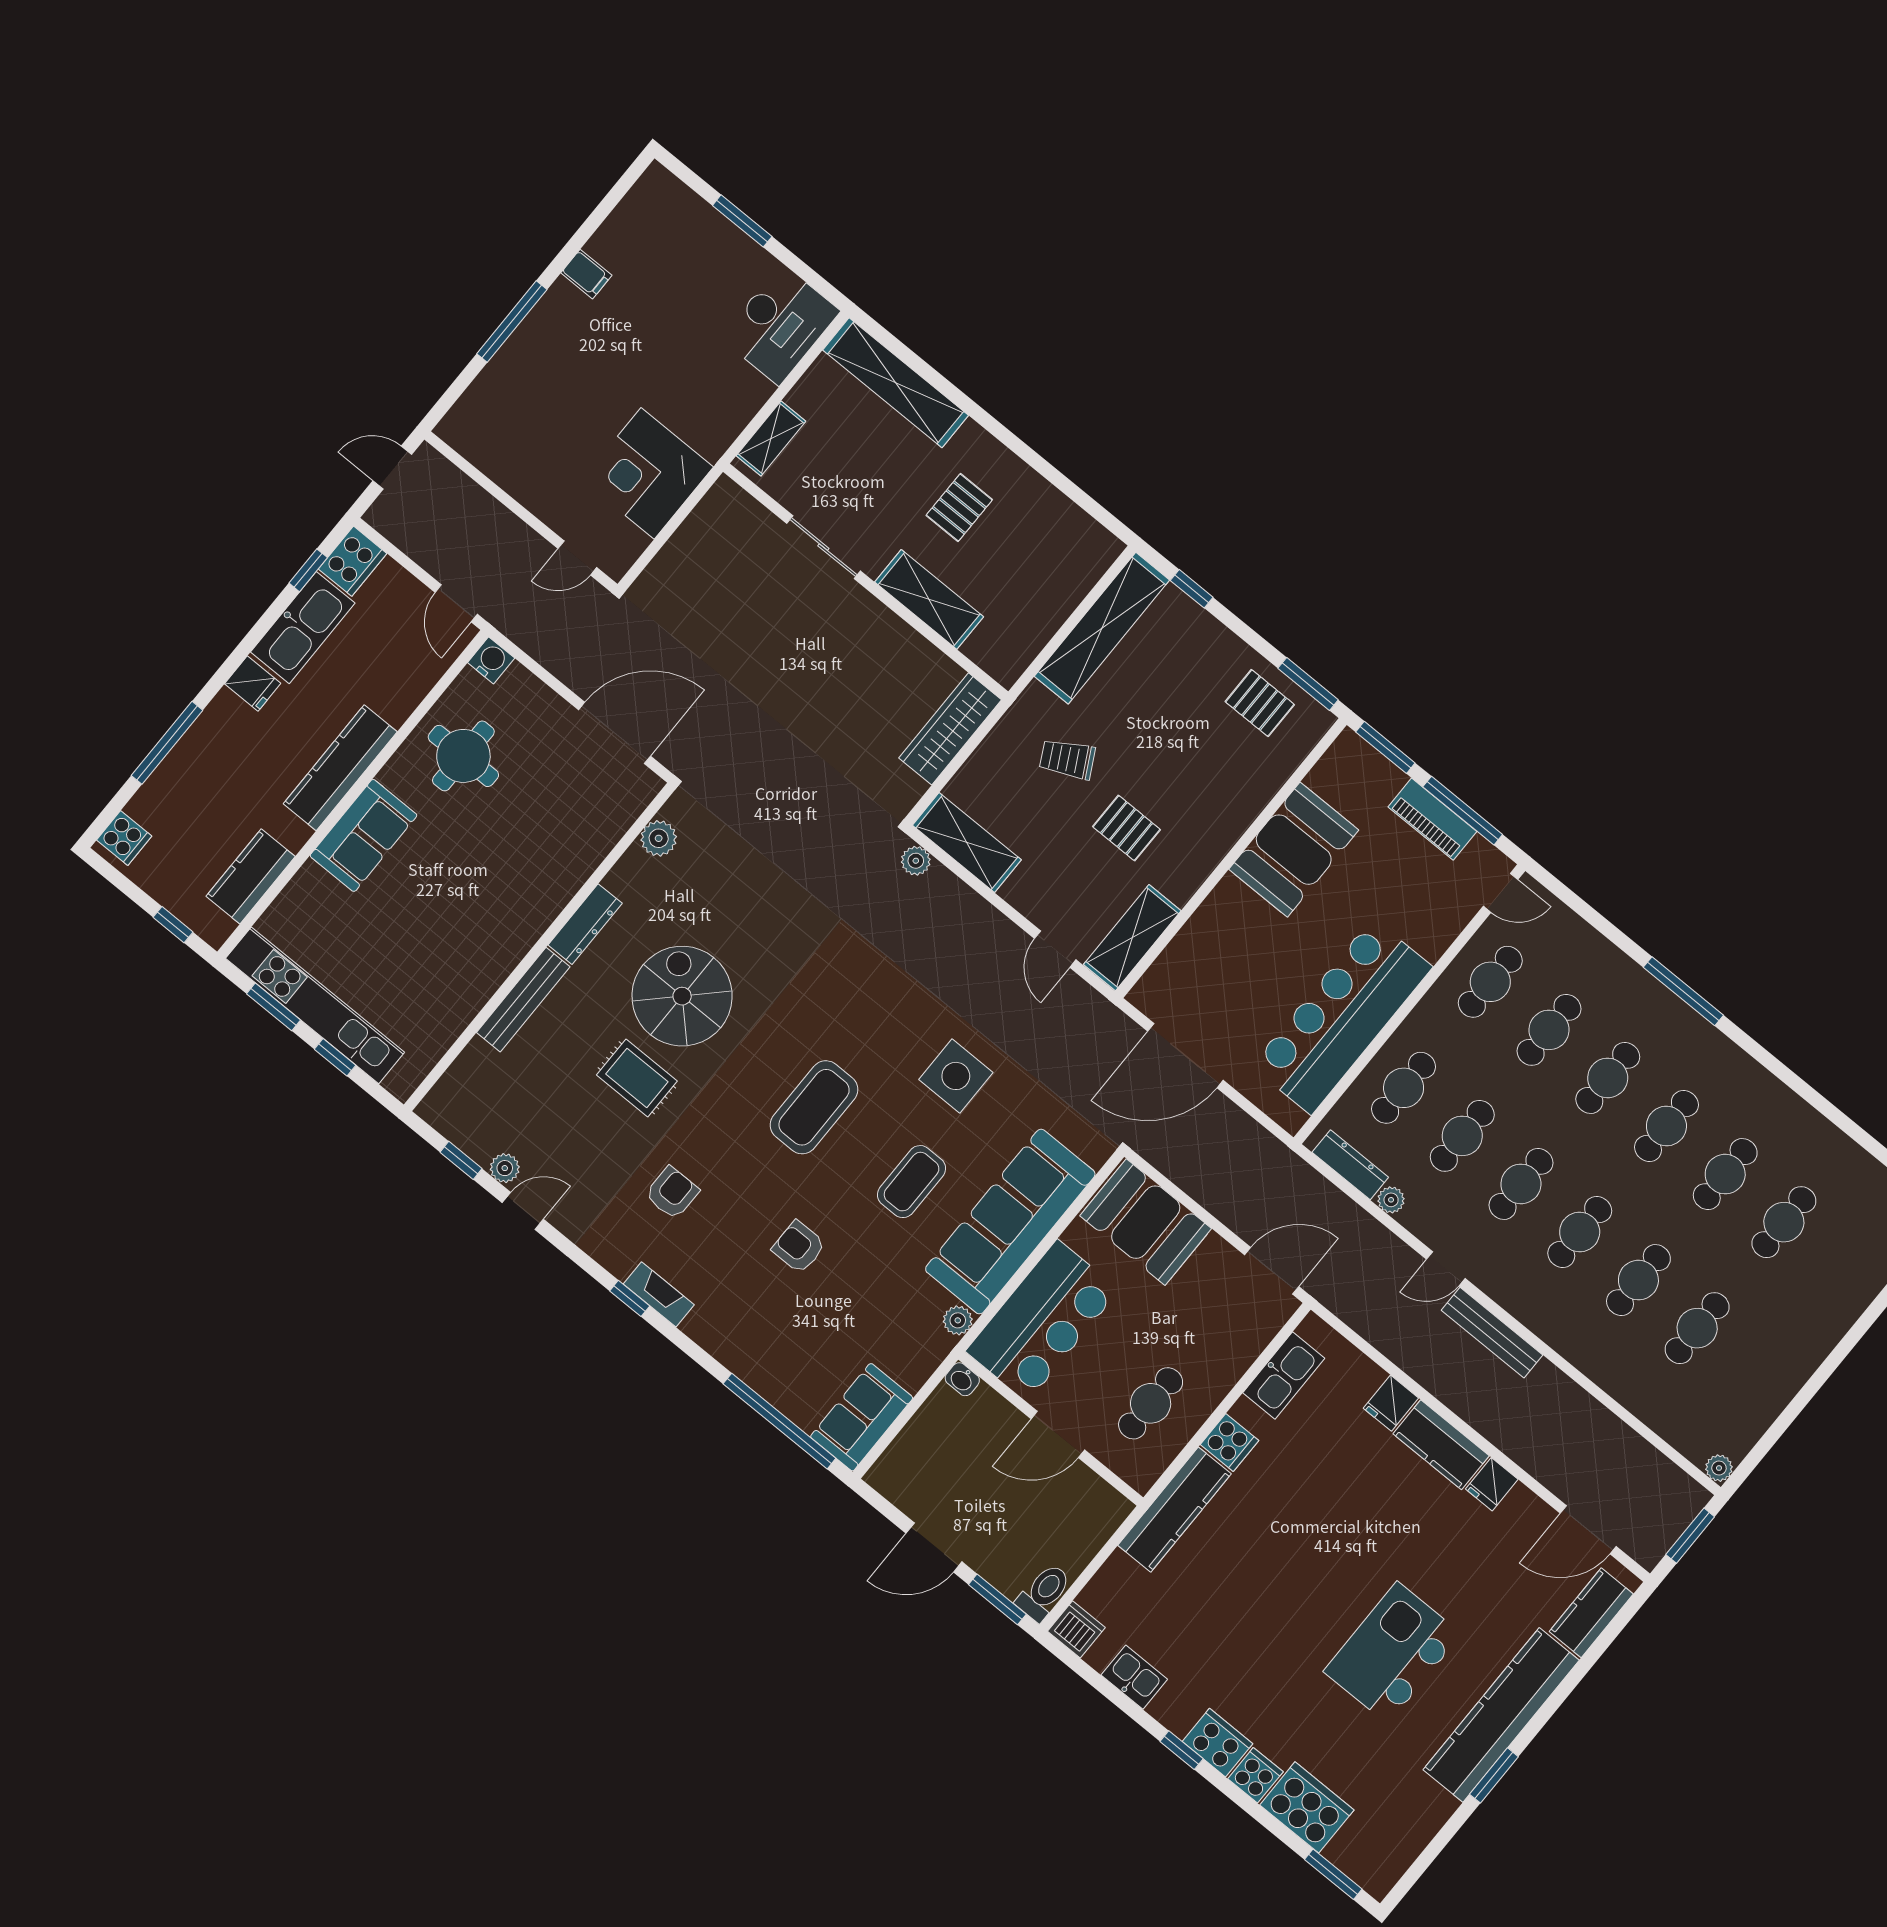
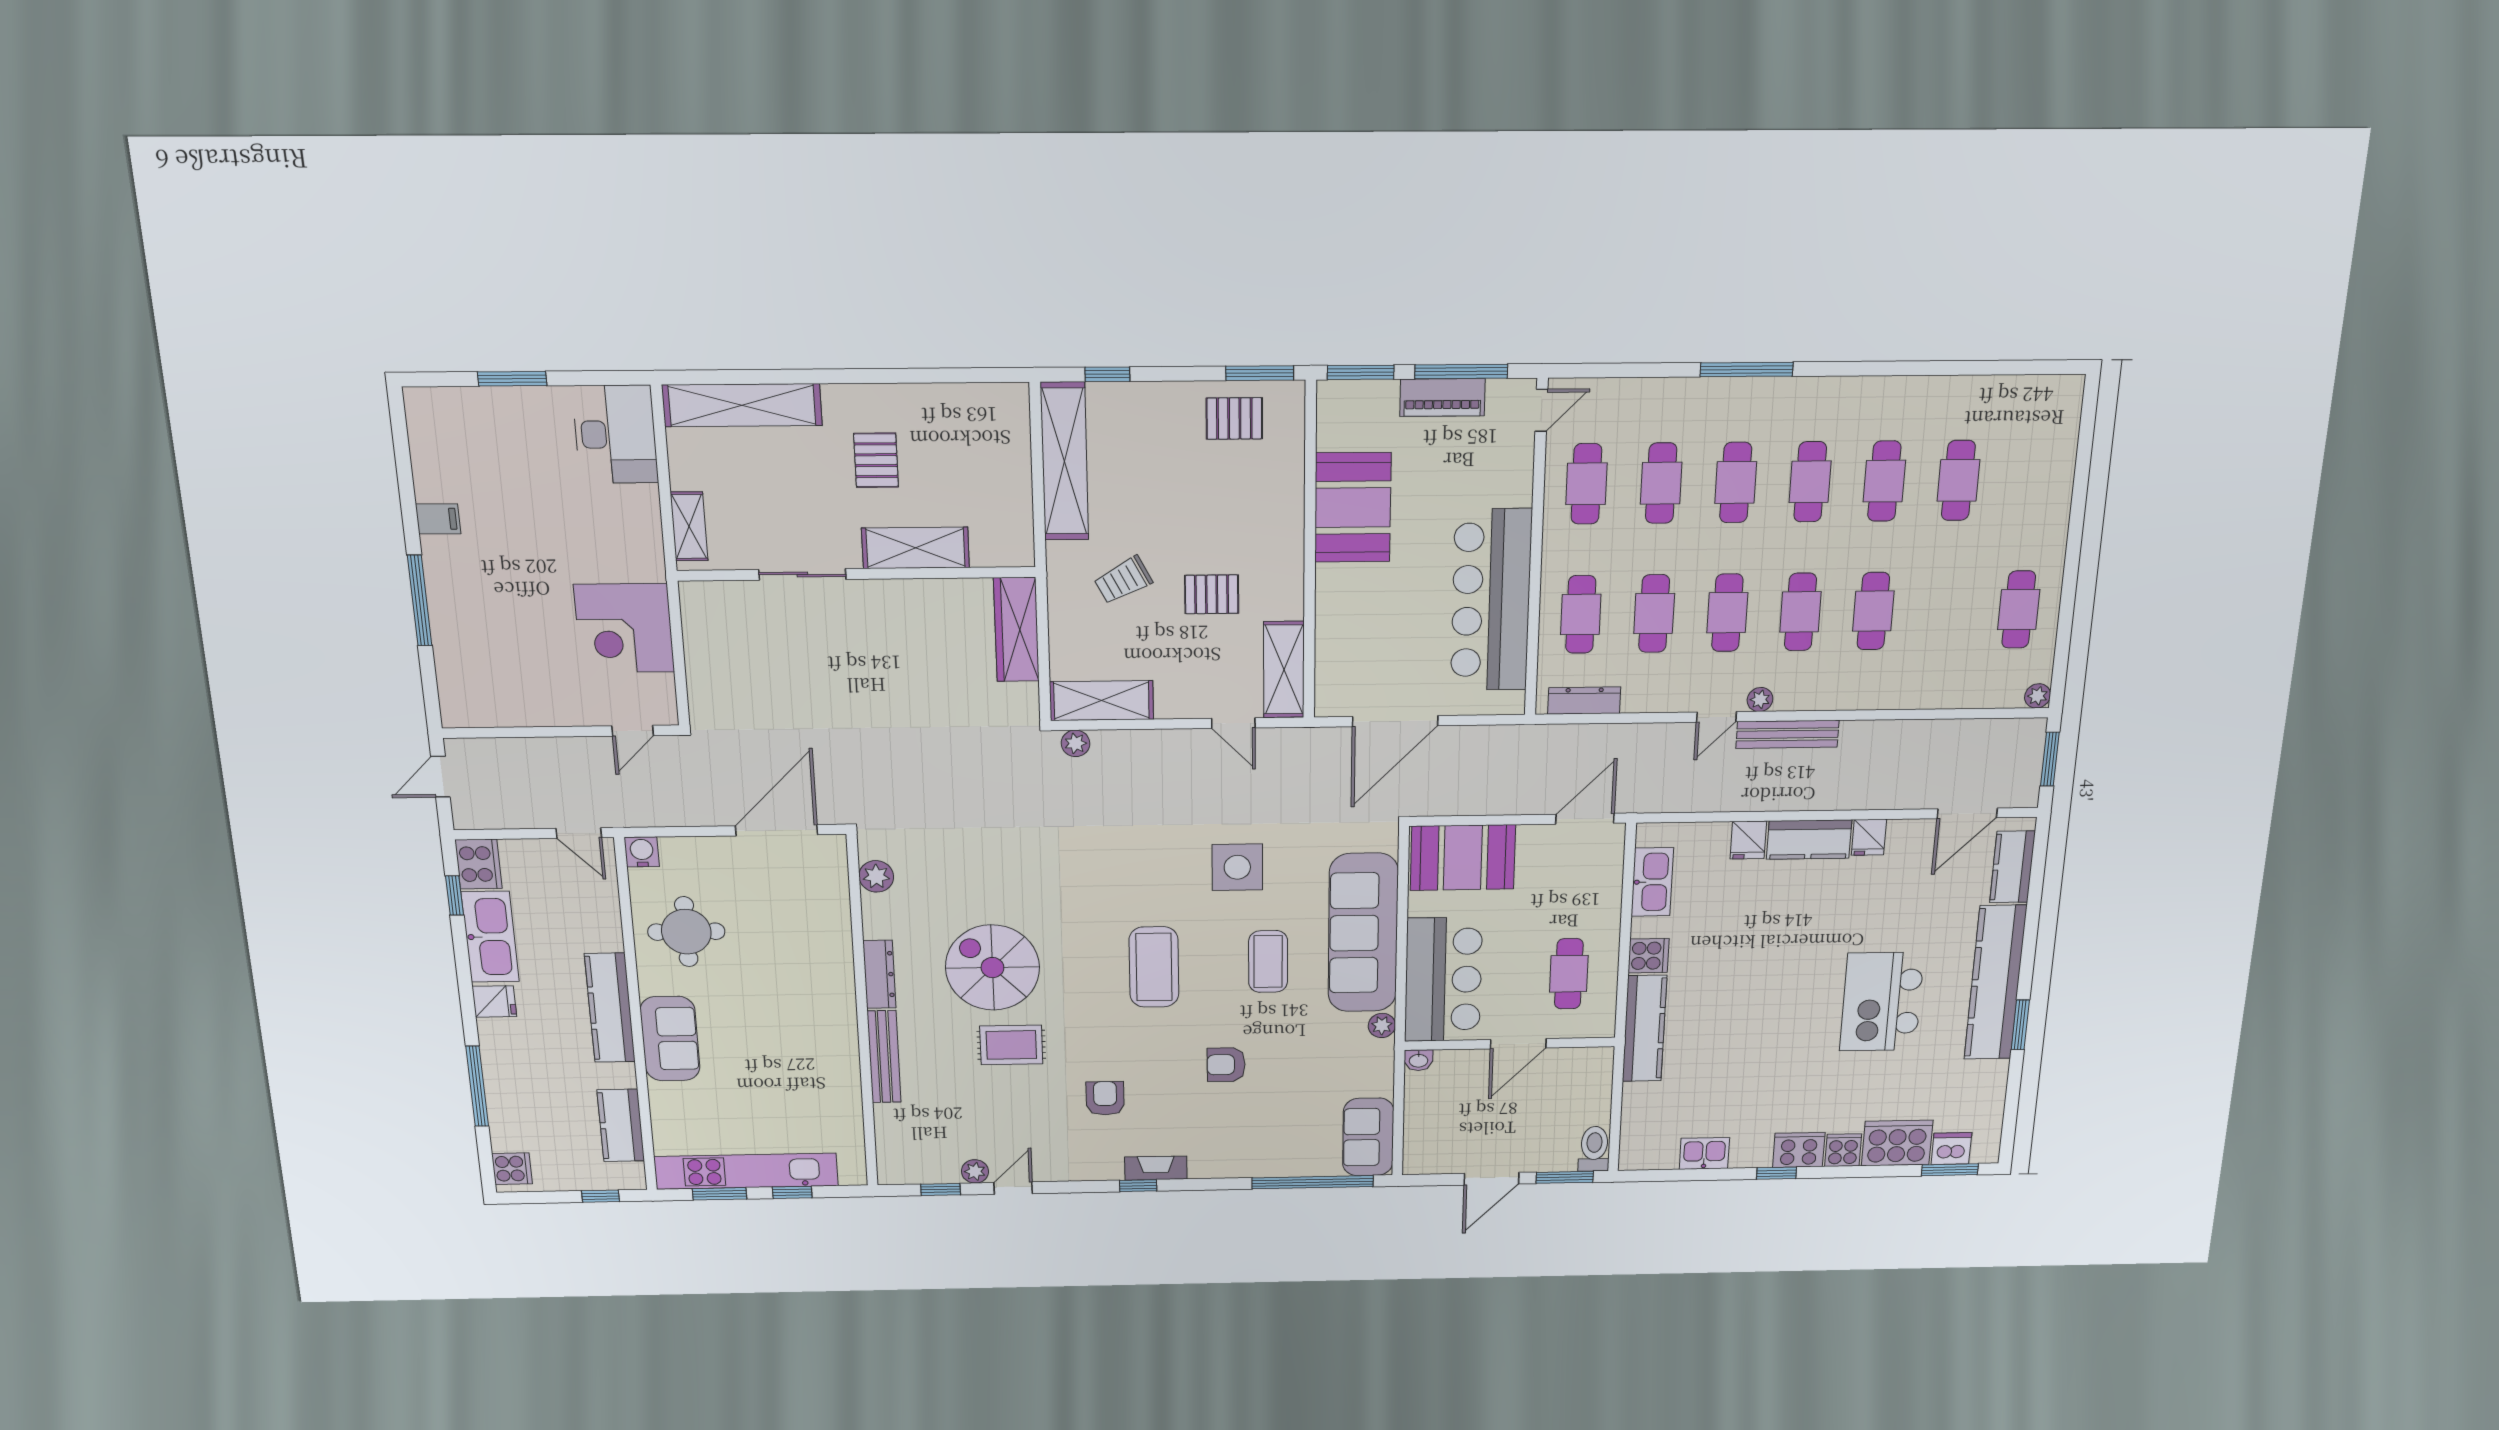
plant: (1391, 1200) -> (1760, 700), moved
cafe table: (1697, 1328) -> (2019, 609), moved
dishwasher: (1076, 1629) -> (1951, 1149), moved

